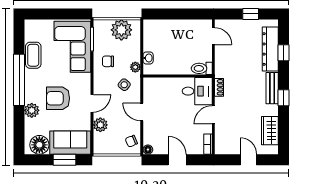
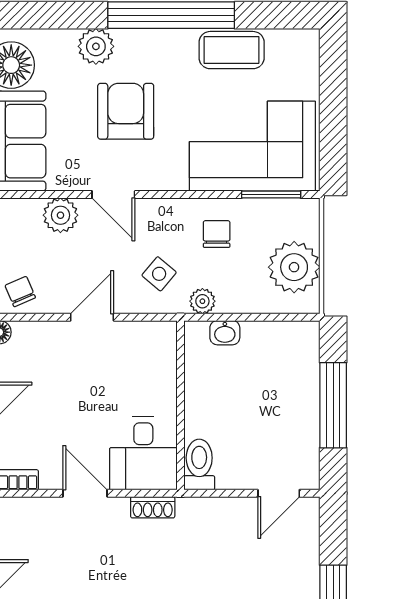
window: (178, 14) -> (333, 405), added

